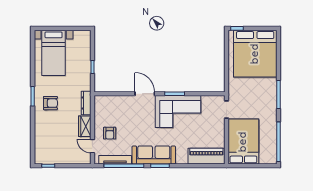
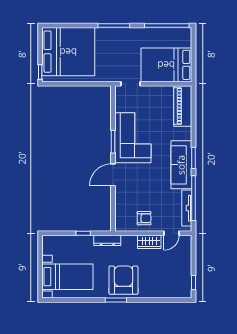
armchair: (50, 103) -> (123, 280), width x1.88, depth x1.88
dresser: (86, 103) -> (107, 240), moved
armchair: (110, 133) -> (144, 218), moved

